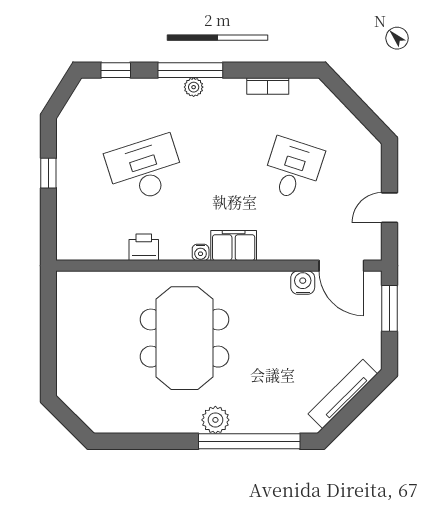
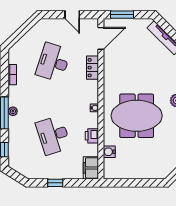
desk: (293, 169) -> (53, 62), width x1.37
filing cabinet: (234, 245) -> (91, 168), moved
locker: (282, 249) -> (93, 68), added
water cooler: (303, 283) -> (109, 152), moved

